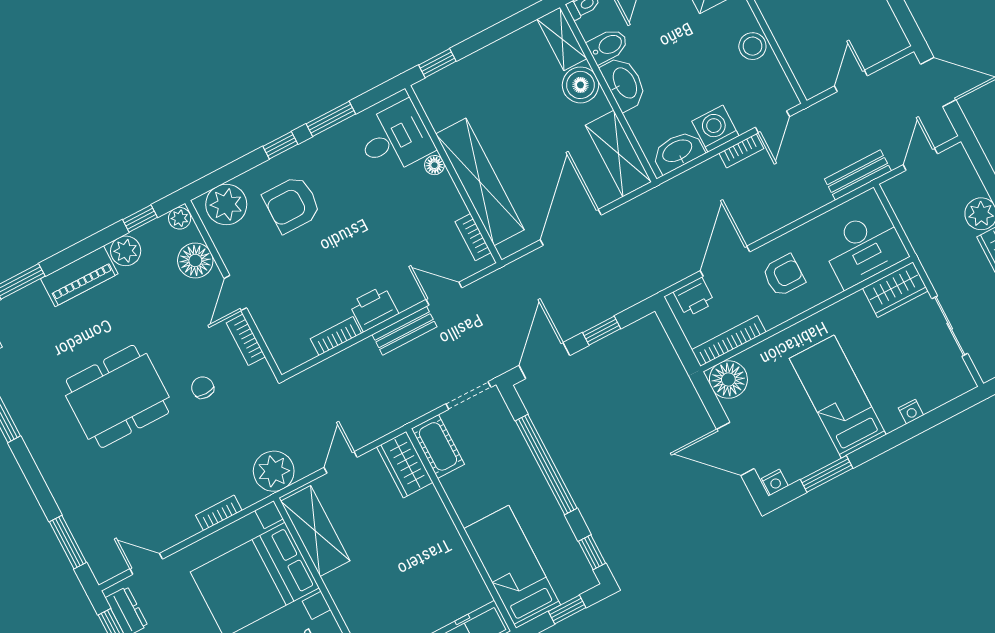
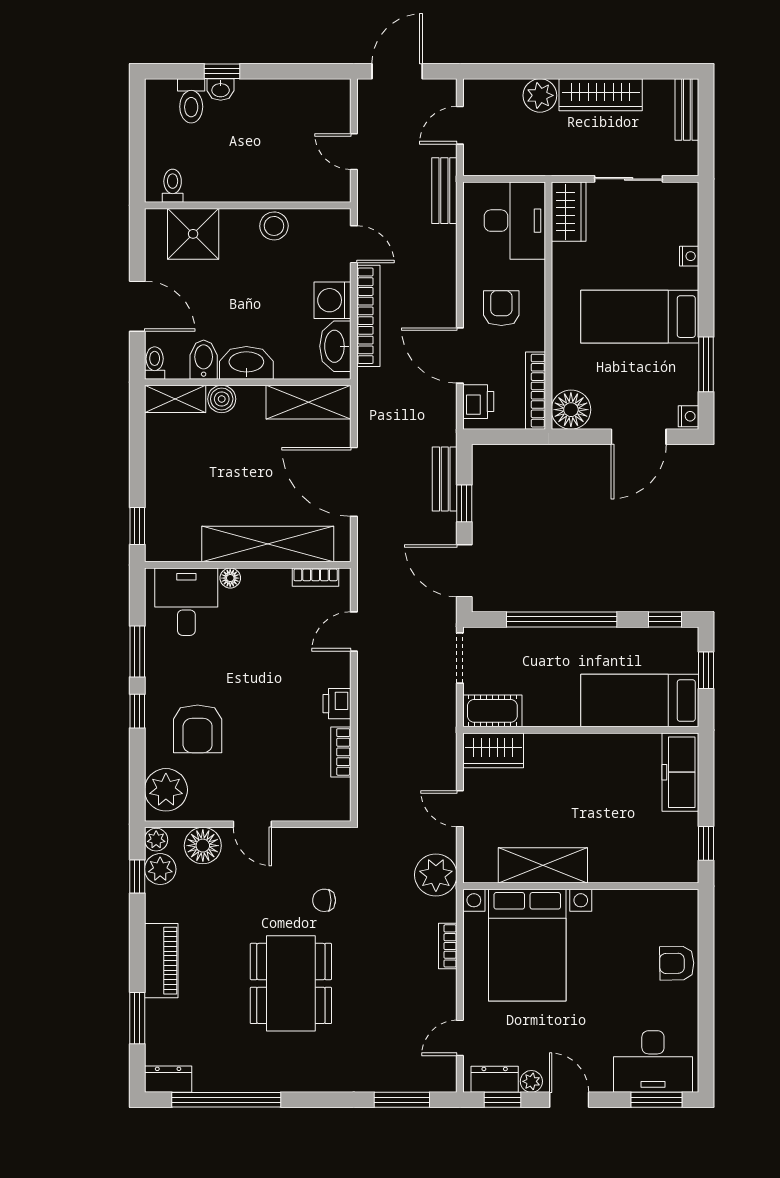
boiler: (580, 85) -> (222, 399), width x0.73, depth x0.73
bookcase: (741, 151) -> (368, 316), width x2.31, depth x1.31
door: (920, 159) -> (460, 125), hinge flipped
plant: (126, 251) -> (160, 869), moved
printer: (374, 309) -> (337, 704), width x0.73, depth x0.81
bench: (405, 331) -> (445, 479), moved
bookcase: (246, 340) -> (301, 837), removed
shelving: (315, 531) -> (543, 865), moved

